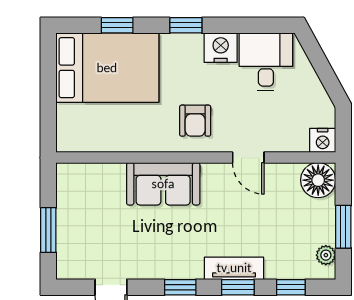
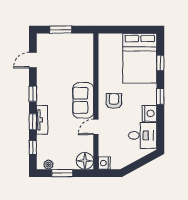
armchair: (195, 121) -> (114, 101), turned 90
sofa: (163, 184) -> (83, 100), moved

